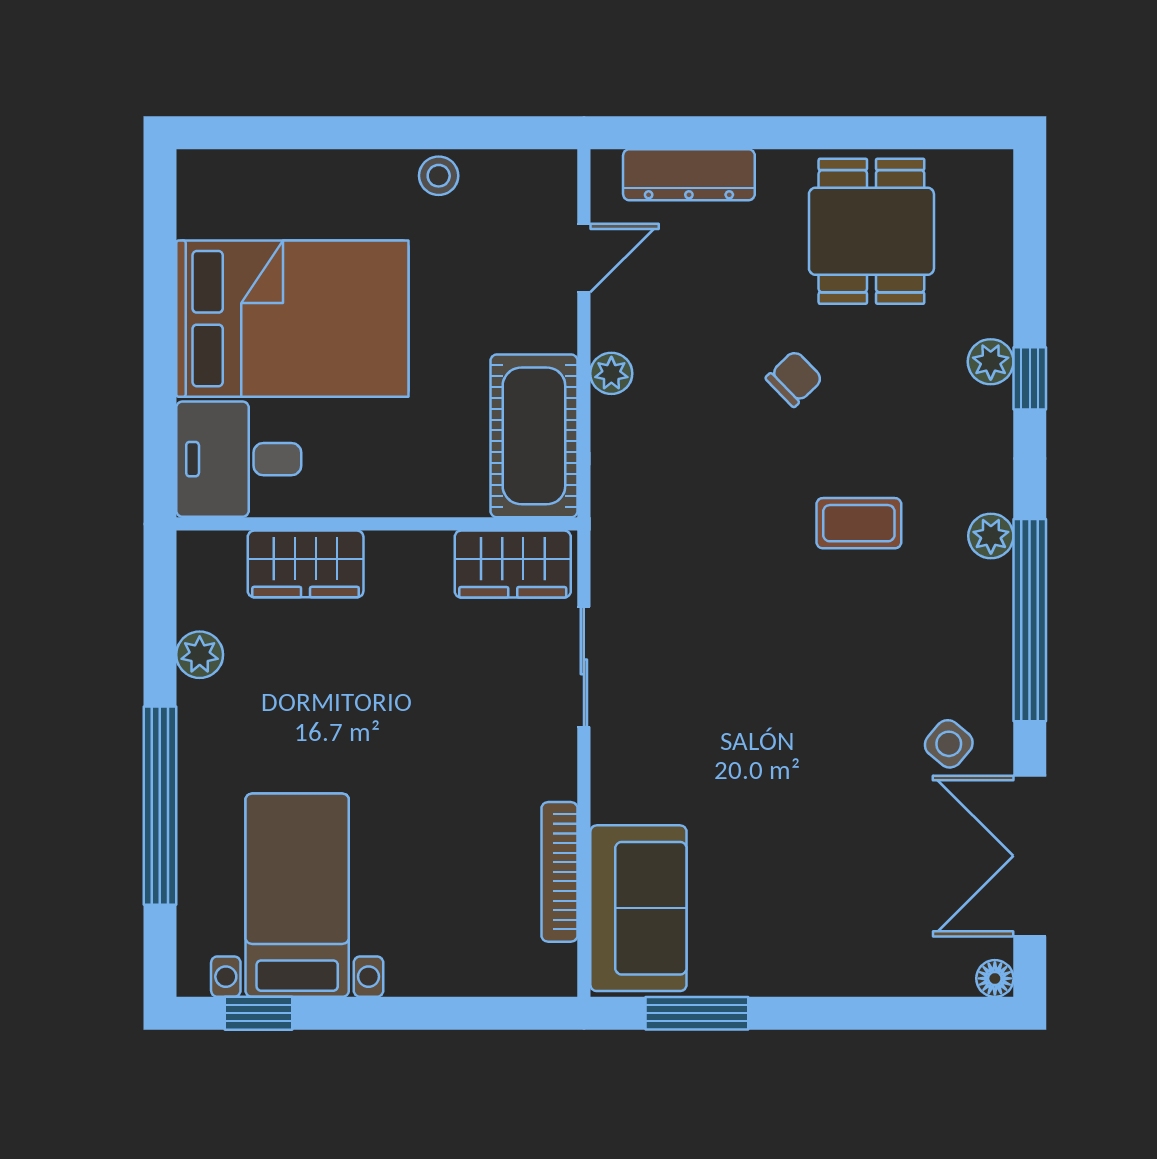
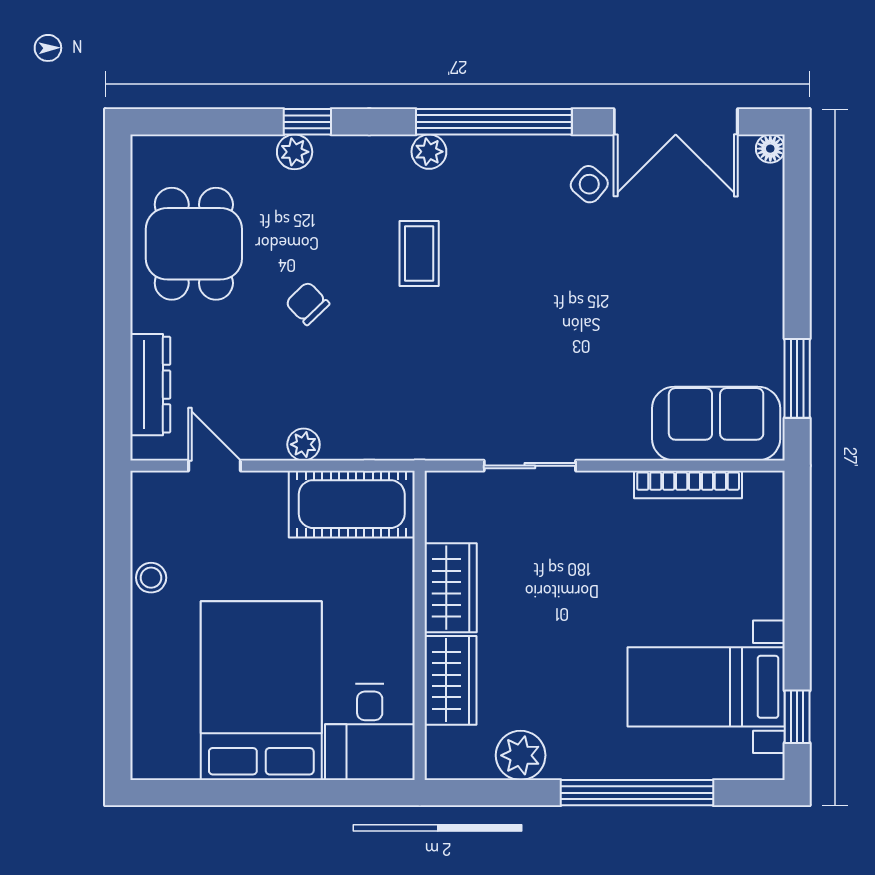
dining table: (871, 231) -> (194, 244), turned 90
wardrobe: (513, 564) -> (451, 588), moved
plant: (200, 655) -> (521, 755), width x1.38, depth x1.38

